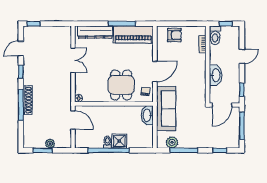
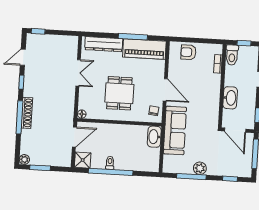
armchair: (174, 35) -> (188, 52), turned 180
door: (155, 71) -> (165, 90), hinge flipped
dining table: (121, 85) -> (119, 93), moved
door: (222, 105) -> (235, 130), hinge flipped
door: (73, 120) -> (74, 137), hinge flipped
shower: (119, 141) -> (83, 160), moved
plant: (172, 142) -> (200, 168), moved
plant: (50, 144) -> (24, 159), moved

